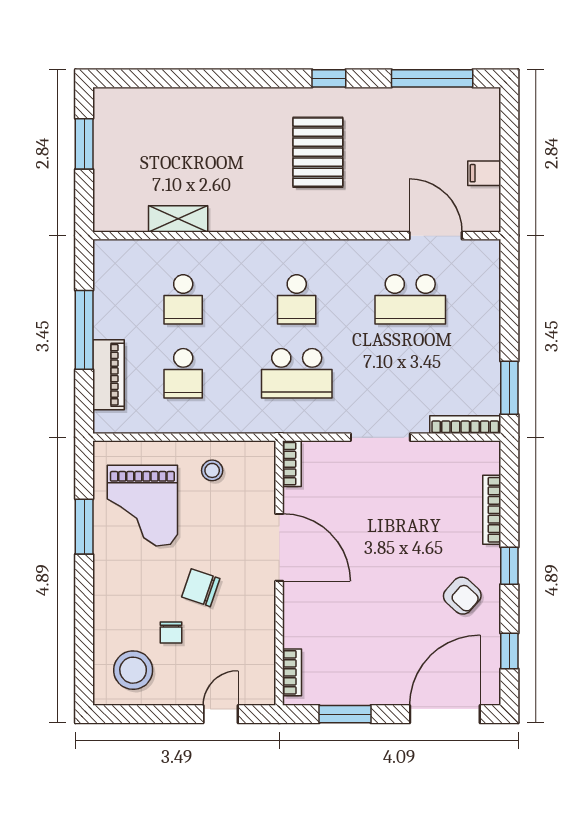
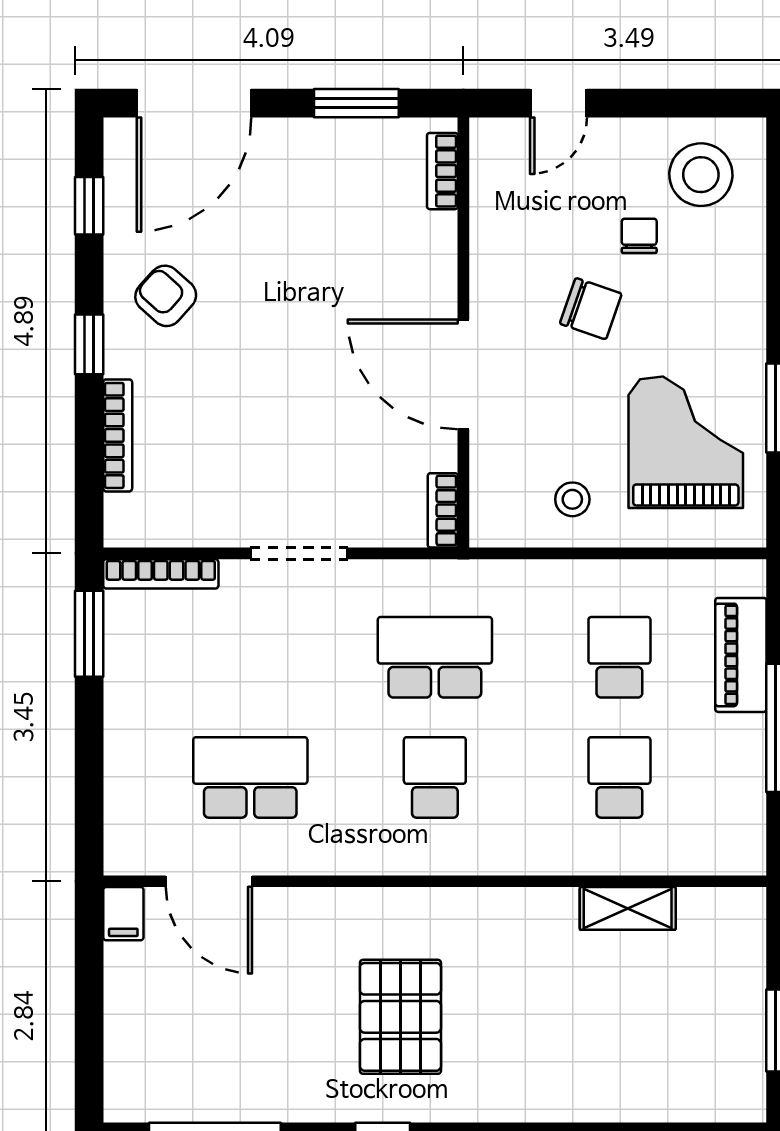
filing cabinet: (484, 173) -> (123, 914), moved, turned 90

